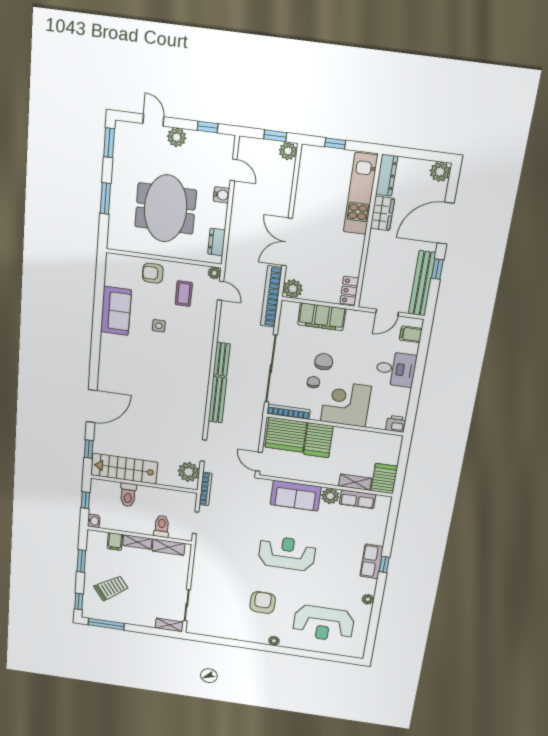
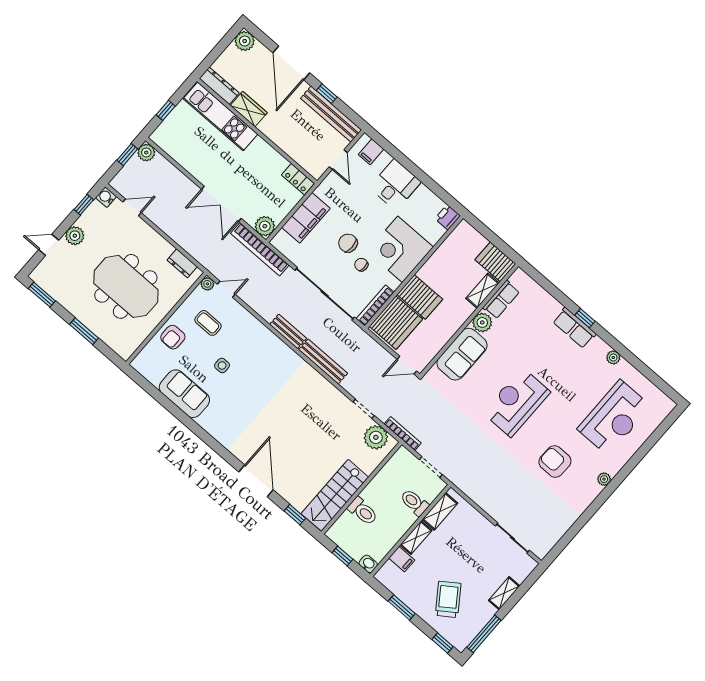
water cooler: (222, 195) -> (106, 197), moved, turned -90
shelving: (169, 625) -> (504, 593), moved

